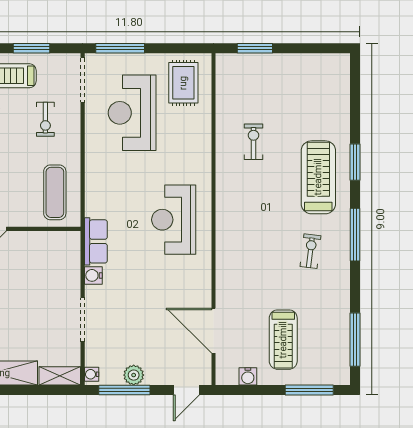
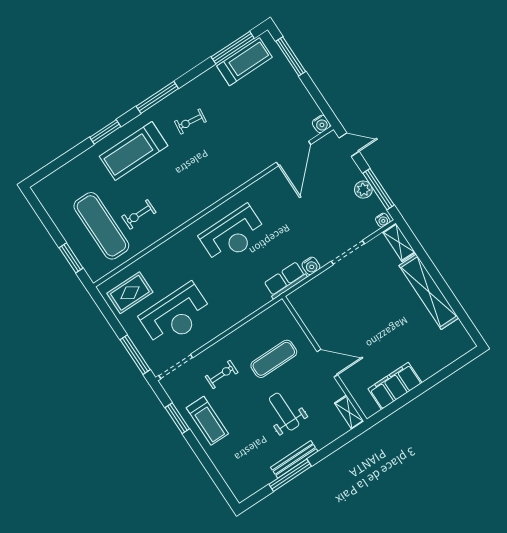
exercise mat: (266, 98) -> (101, 226), added
exercise mat: (55, 192) -> (274, 359), moved
treadmill: (283, 340) -> (245, 62), moved
water cooler: (248, 376) -> (321, 124), moved, turned 90

